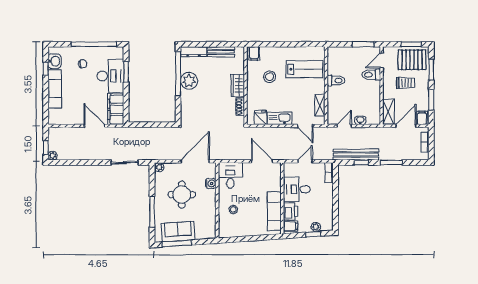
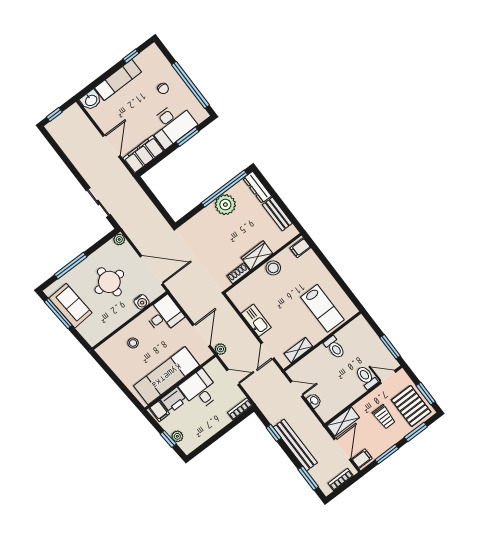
washbasin: (54, 61) -> (91, 100), moved
stool: (270, 77) -> (273, 268), moved
fridge: (260, 117) -> (243, 301), removed
door: (406, 126) -> (342, 449), hinge flipped
bench: (356, 155) -> (295, 445), moved
plant: (53, 156) -> (221, 349), moved
window: (391, 163) -> (308, 478), moved
exam couch: (274, 211) -> (167, 376), width x1.36, depth x1.45

